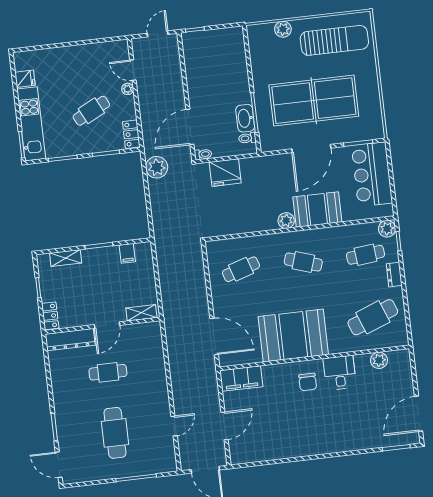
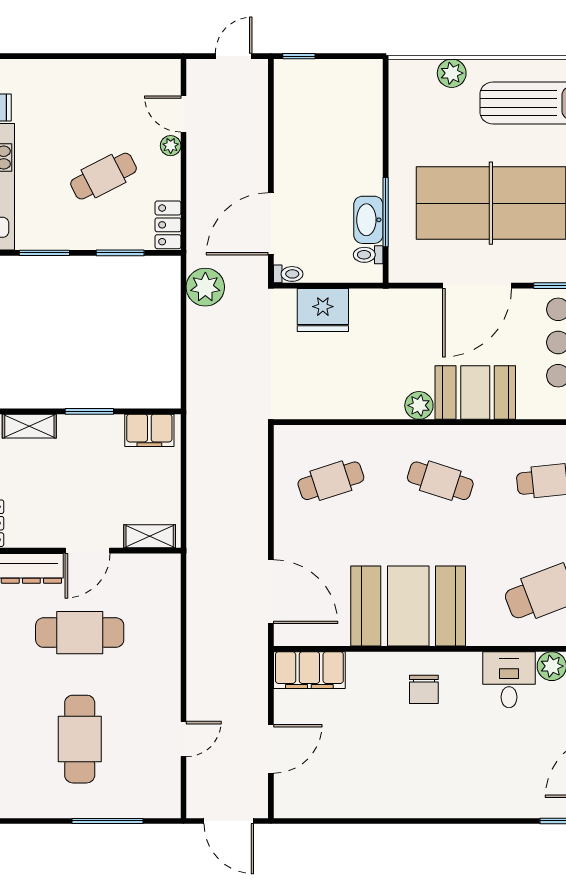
filing cabinet: (127, 253) -> (149, 430), width x2.00
cafe table: (108, 372) -> (80, 633), width x1.37, depth x1.35
desk: (340, 373) -> (509, 680), moved

